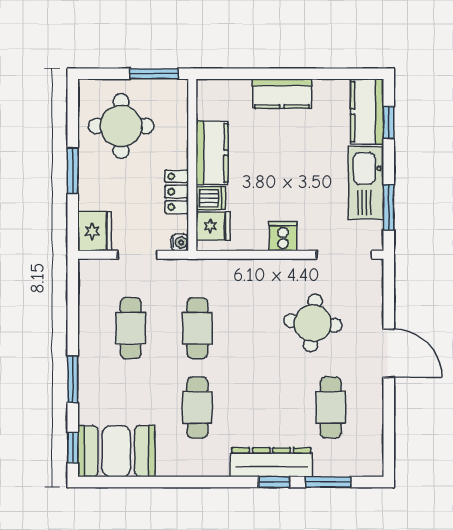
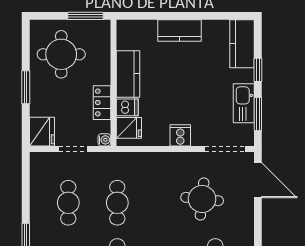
window: (389, 122) -> (258, 70), moved
kitchen sink: (366, 183) -> (244, 103), width x0.73, depth x0.81
door: (389, 353) -> (258, 180), moved

